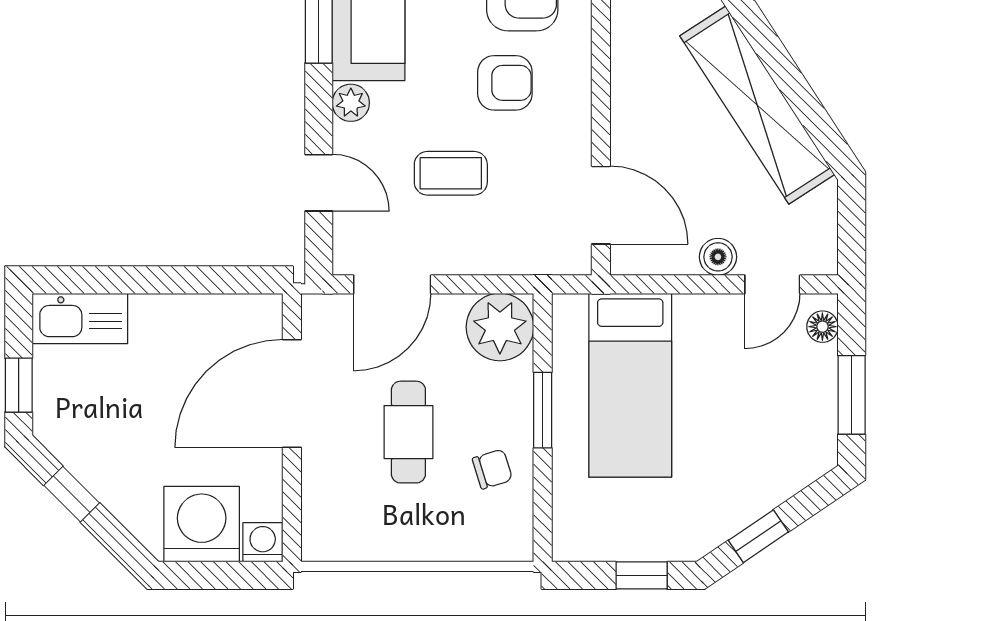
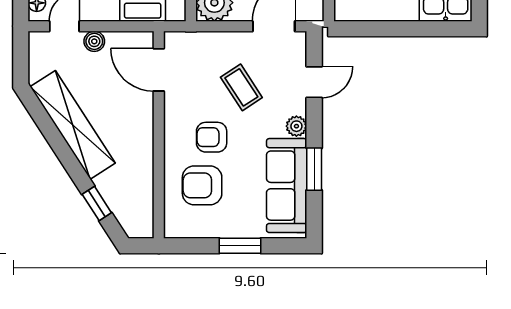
coffee table: (451, 173) -> (241, 87), turned 57
door: (319, 183) -> (314, 82), swing flipped

